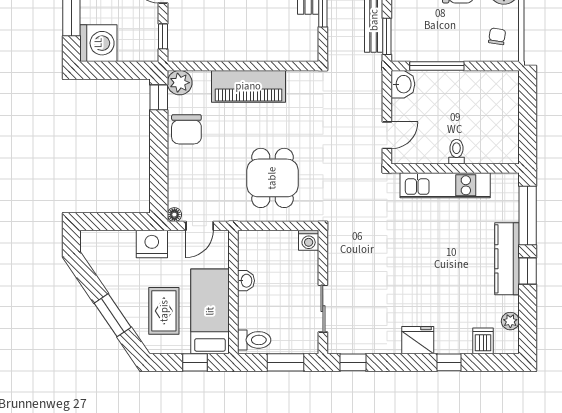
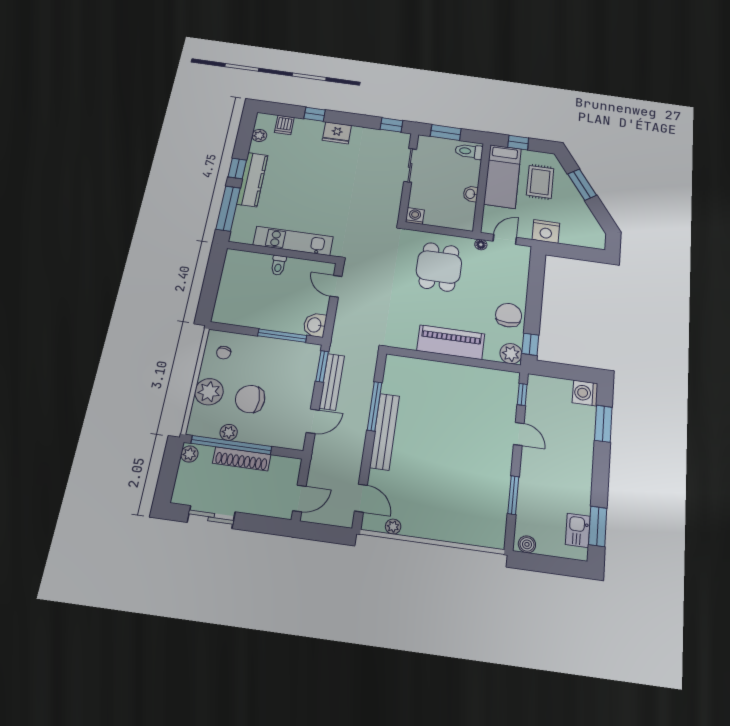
washing machine: (98, 43) -> (585, 393), width x0.73, depth x0.73
door: (387, 135) -> (336, 286), hinge flipped
floor lamp: (174, 215) -> (481, 245), moved

